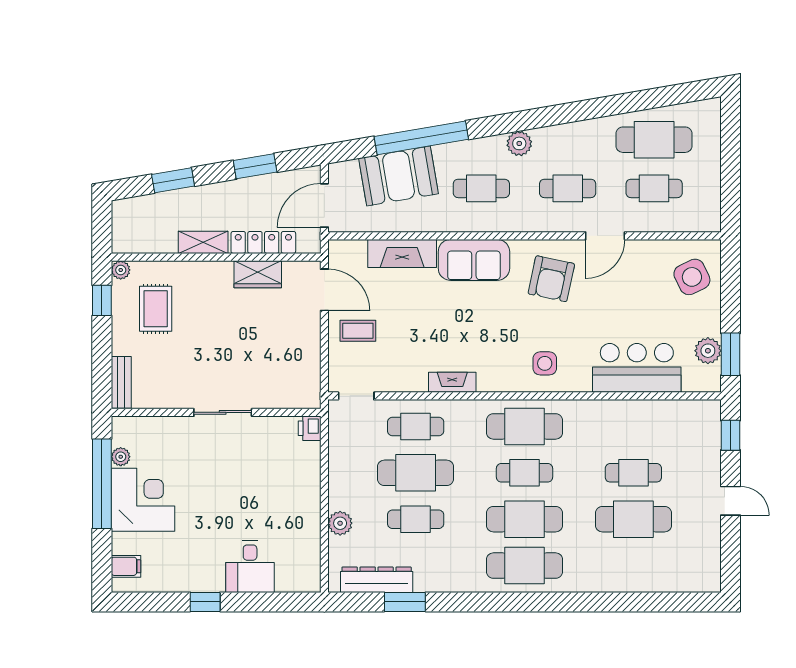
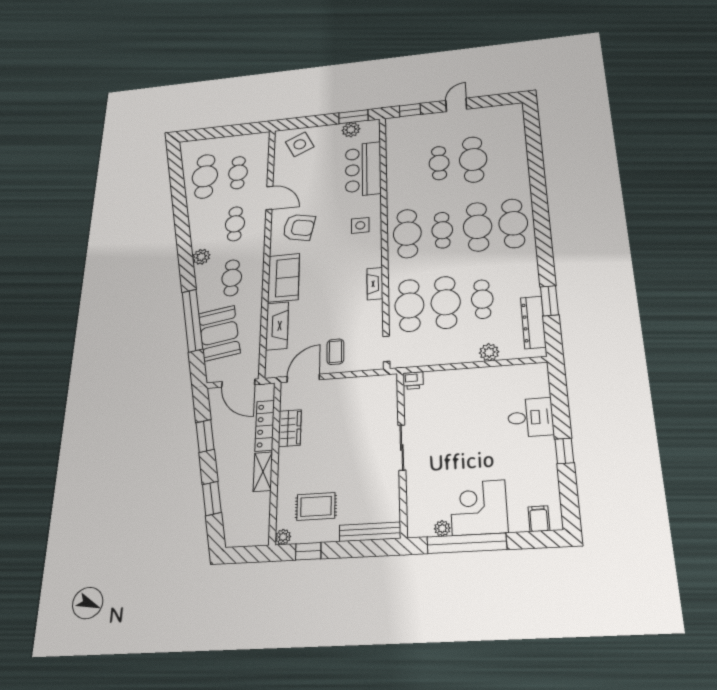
bench: (121, 382) -> (370, 532), width x1.36
cafe table: (416, 426) -> (409, 305), width x1.37, depth x1.35

